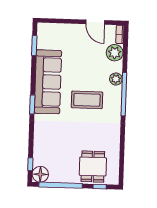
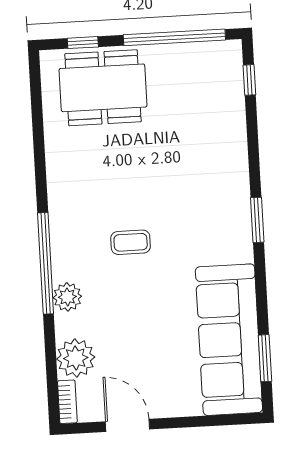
sofa: (48, 82) -> (229, 340), moved
coffee table: (87, 100) -> (131, 242), width x0.54, depth x0.58
dining table: (93, 167) -> (103, 88), width x1.37
floor lamp: (40, 174) -> (224, 59), removed

